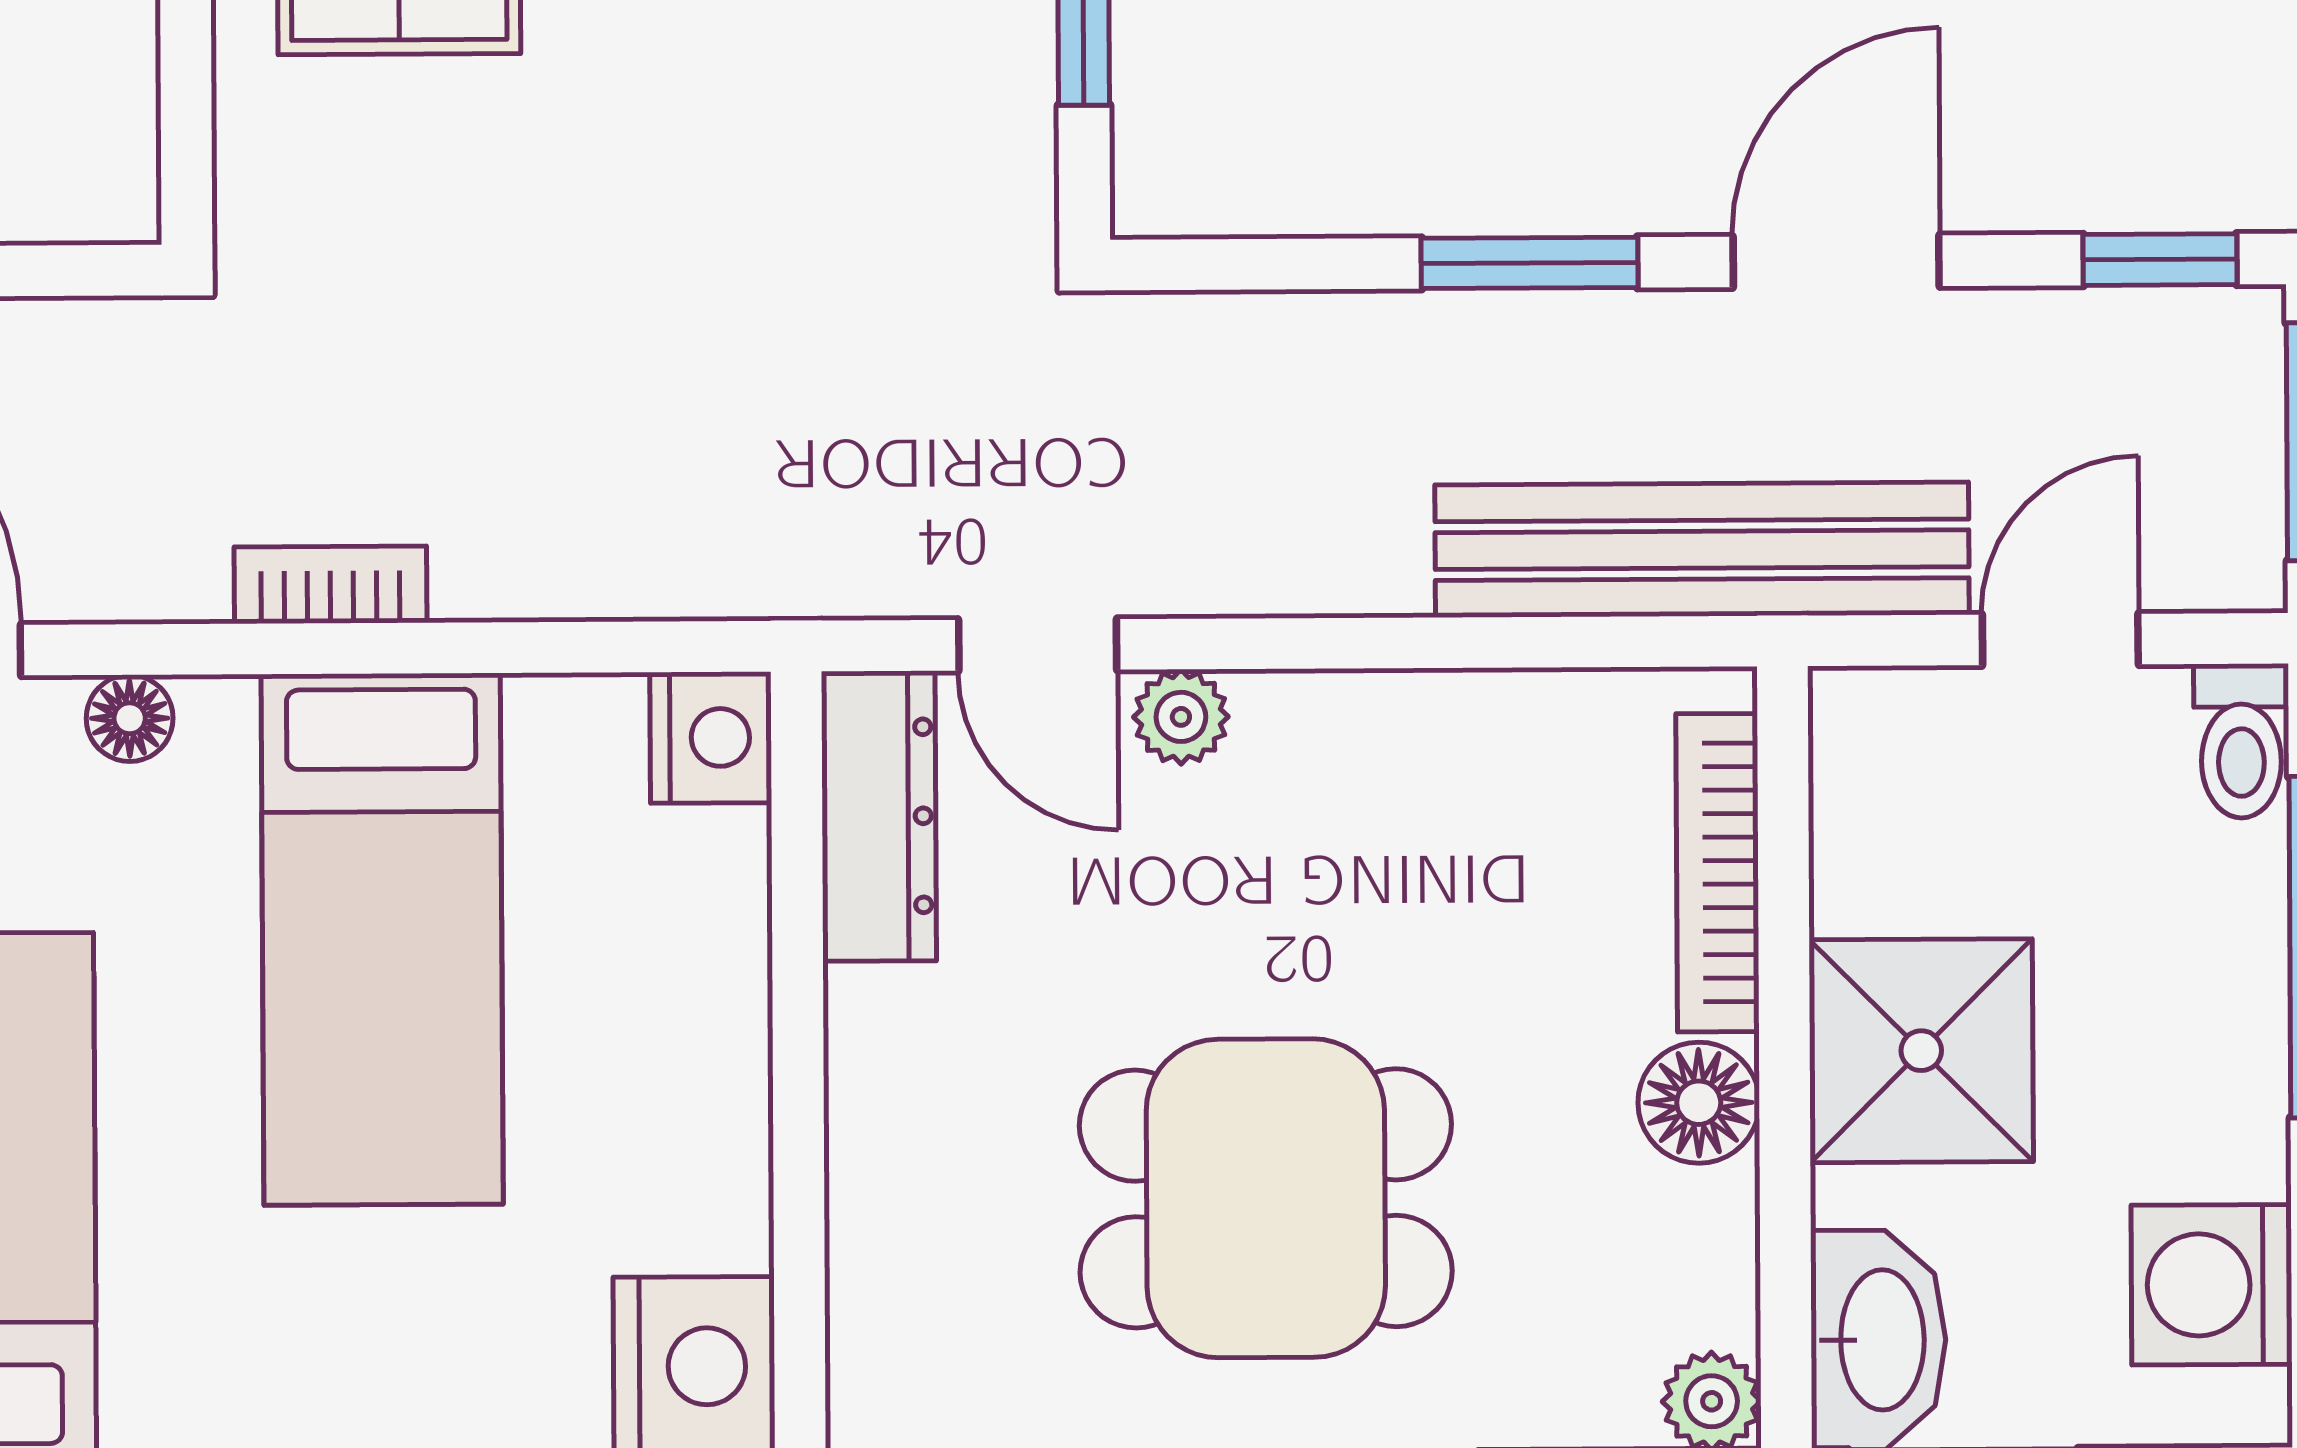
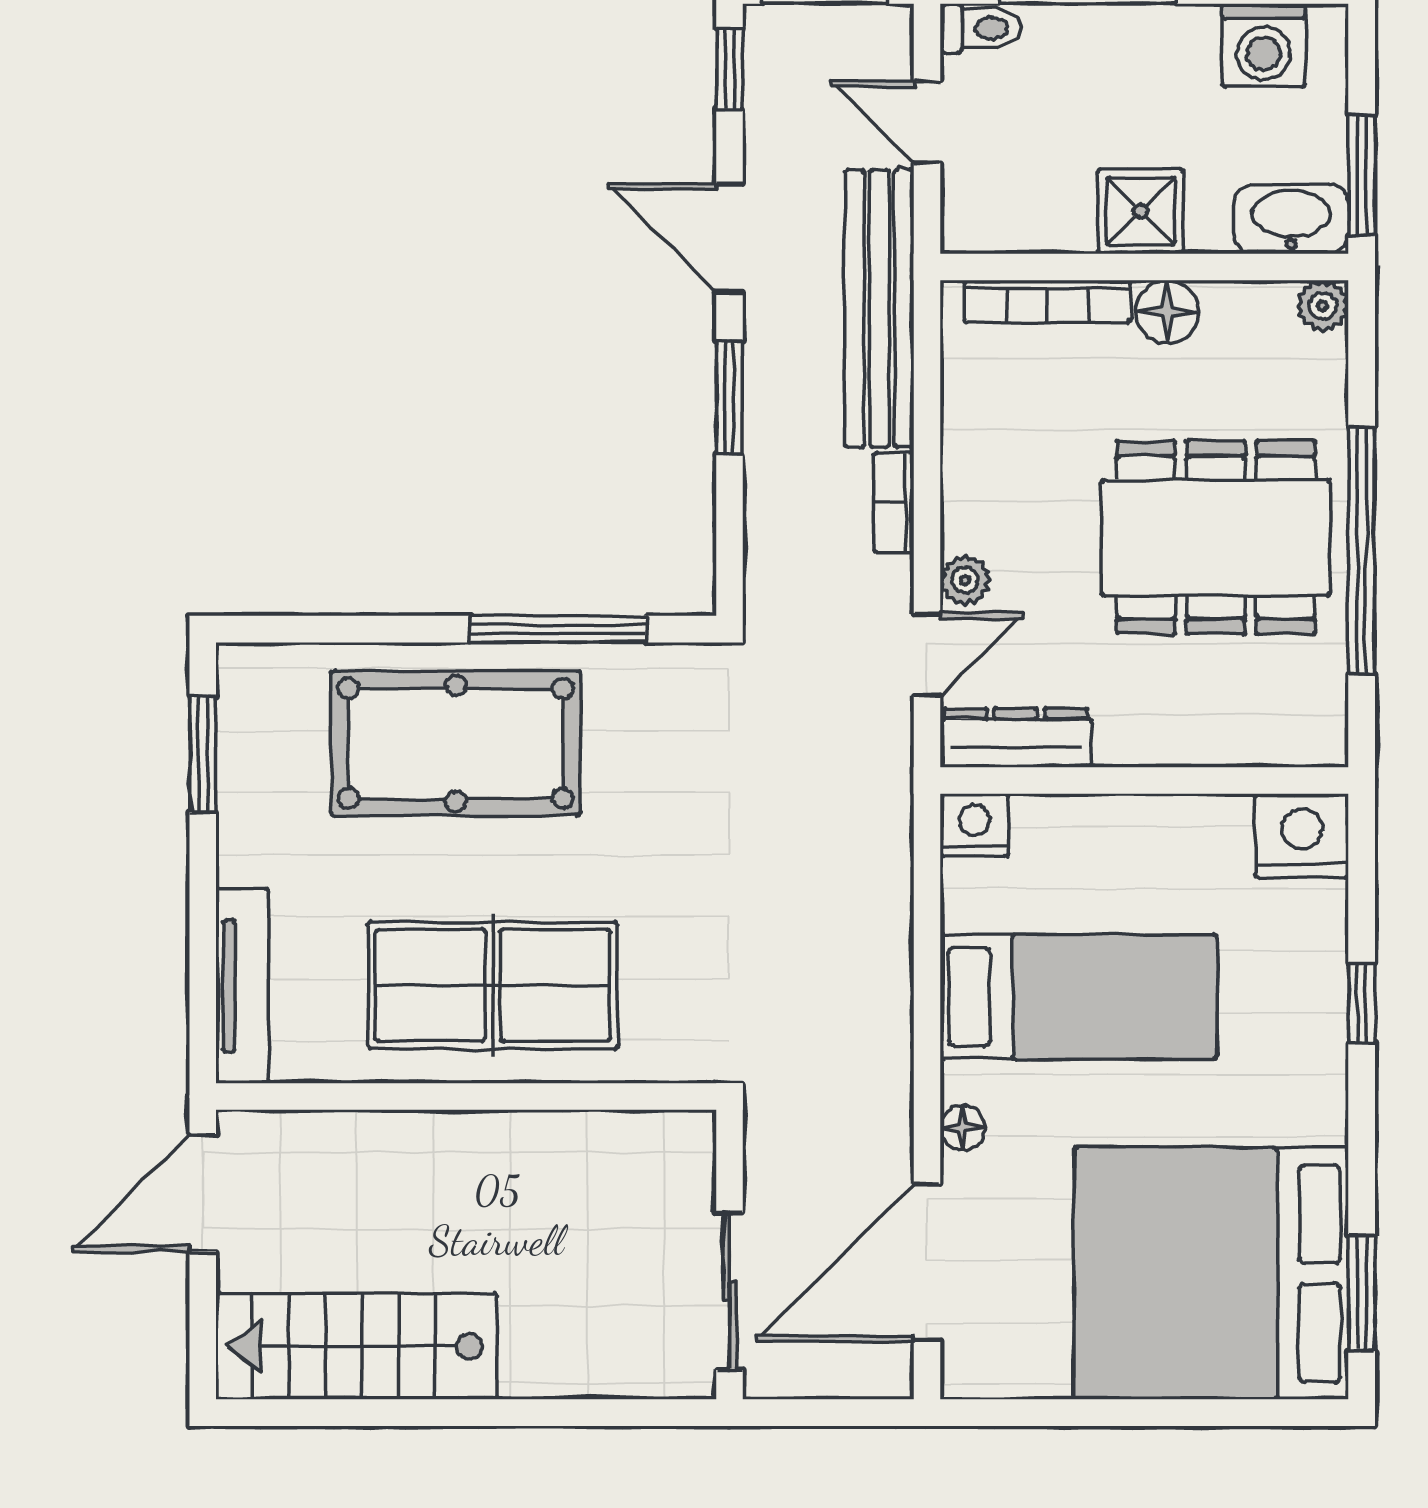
bookcase: (330, 585) -> (894, 503), moved
shower: (1921, 1051) -> (1141, 211), width x0.73, depth x0.73
dining table: (1266, 1198) -> (1216, 537), width x1.38

